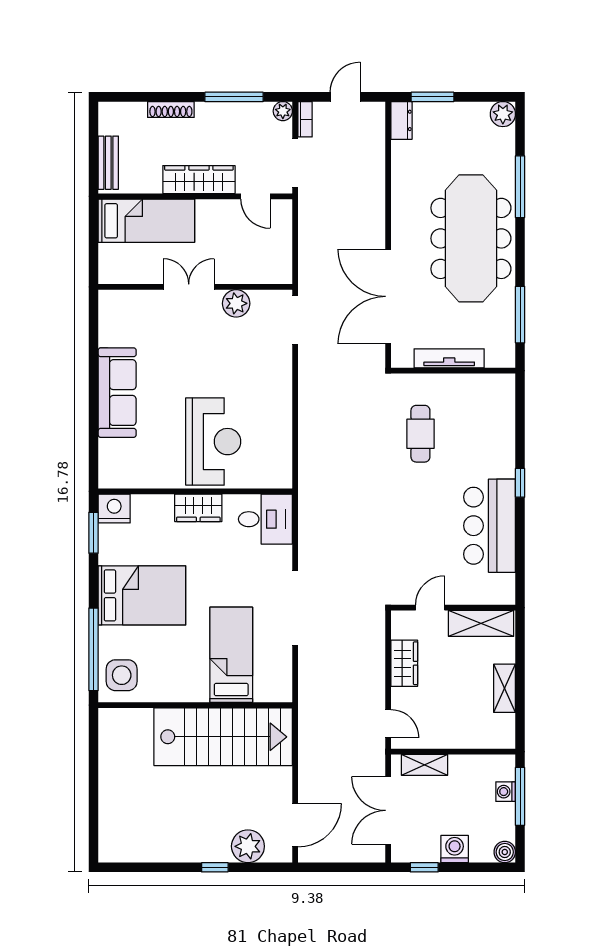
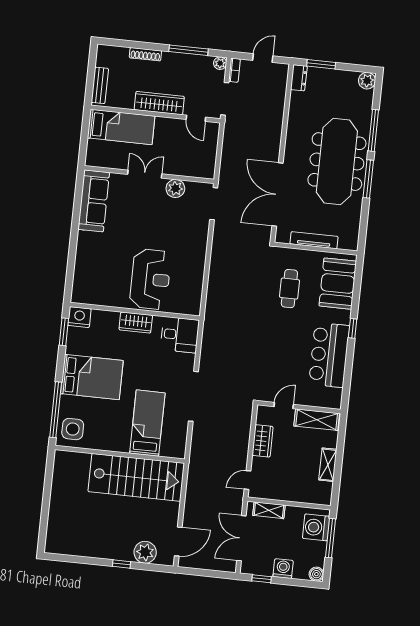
window: (520, 315) -> (368, 179), moved
sofa: (117, 393) -> (94, 201), moved
booth: (491, 419) -> (338, 284), added
door: (388, 724) -> (247, 480), swing flipped
washing machine: (506, 792) -> (316, 527), width x1.89, depth x1.89

